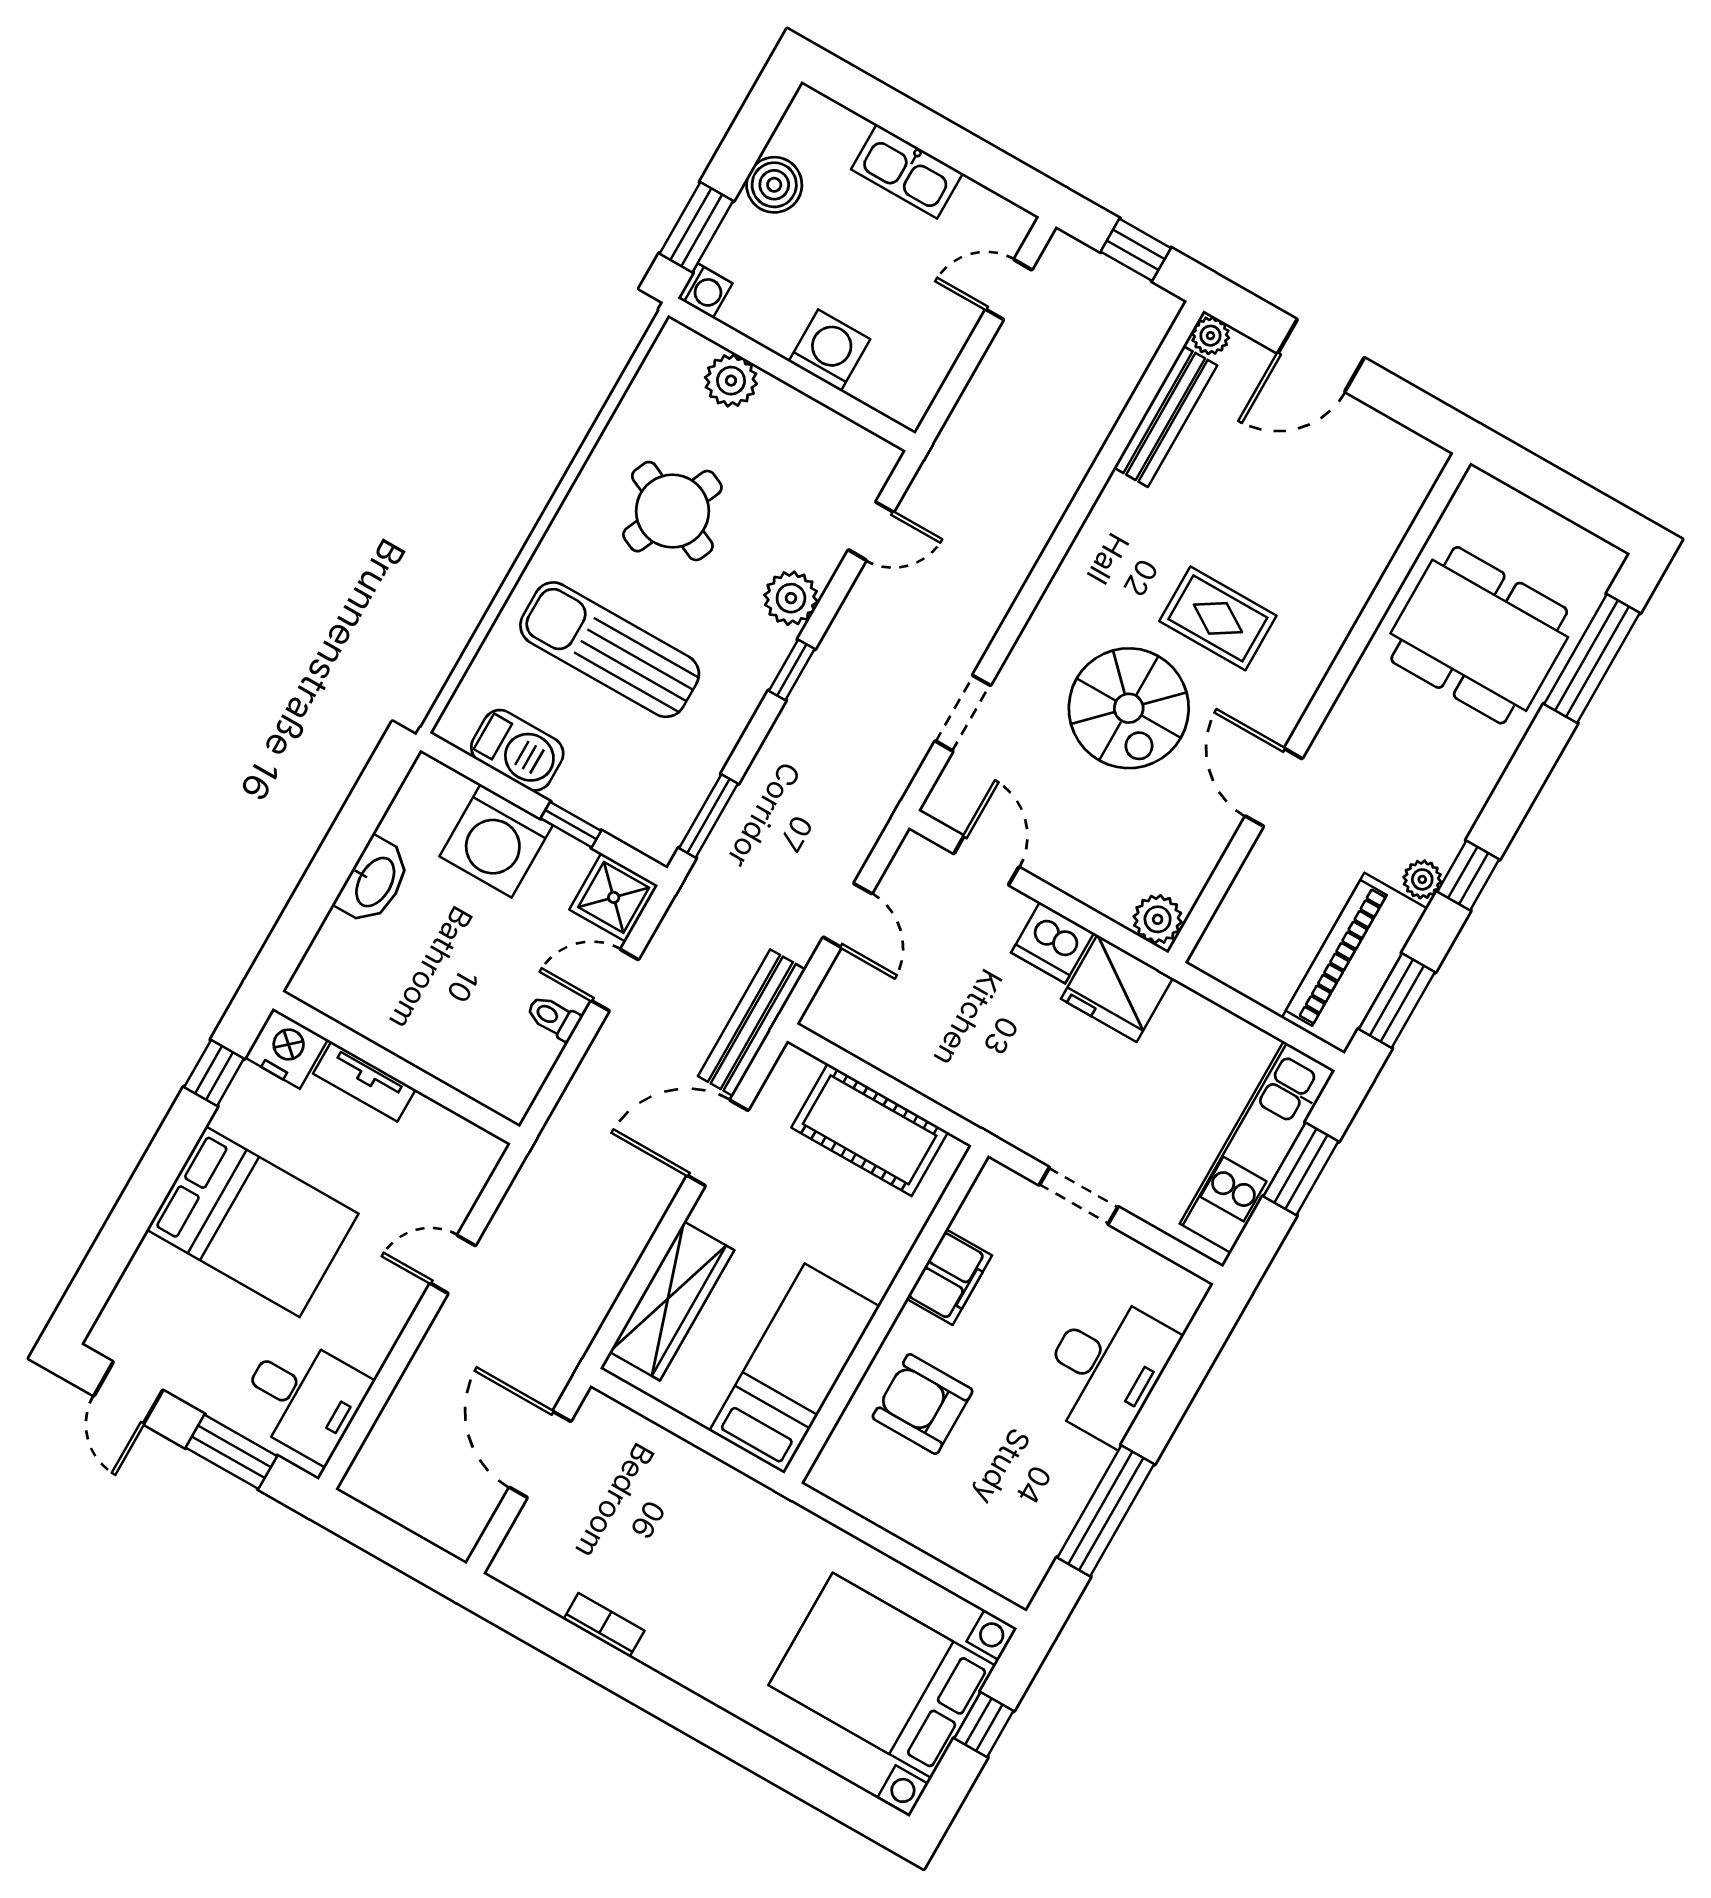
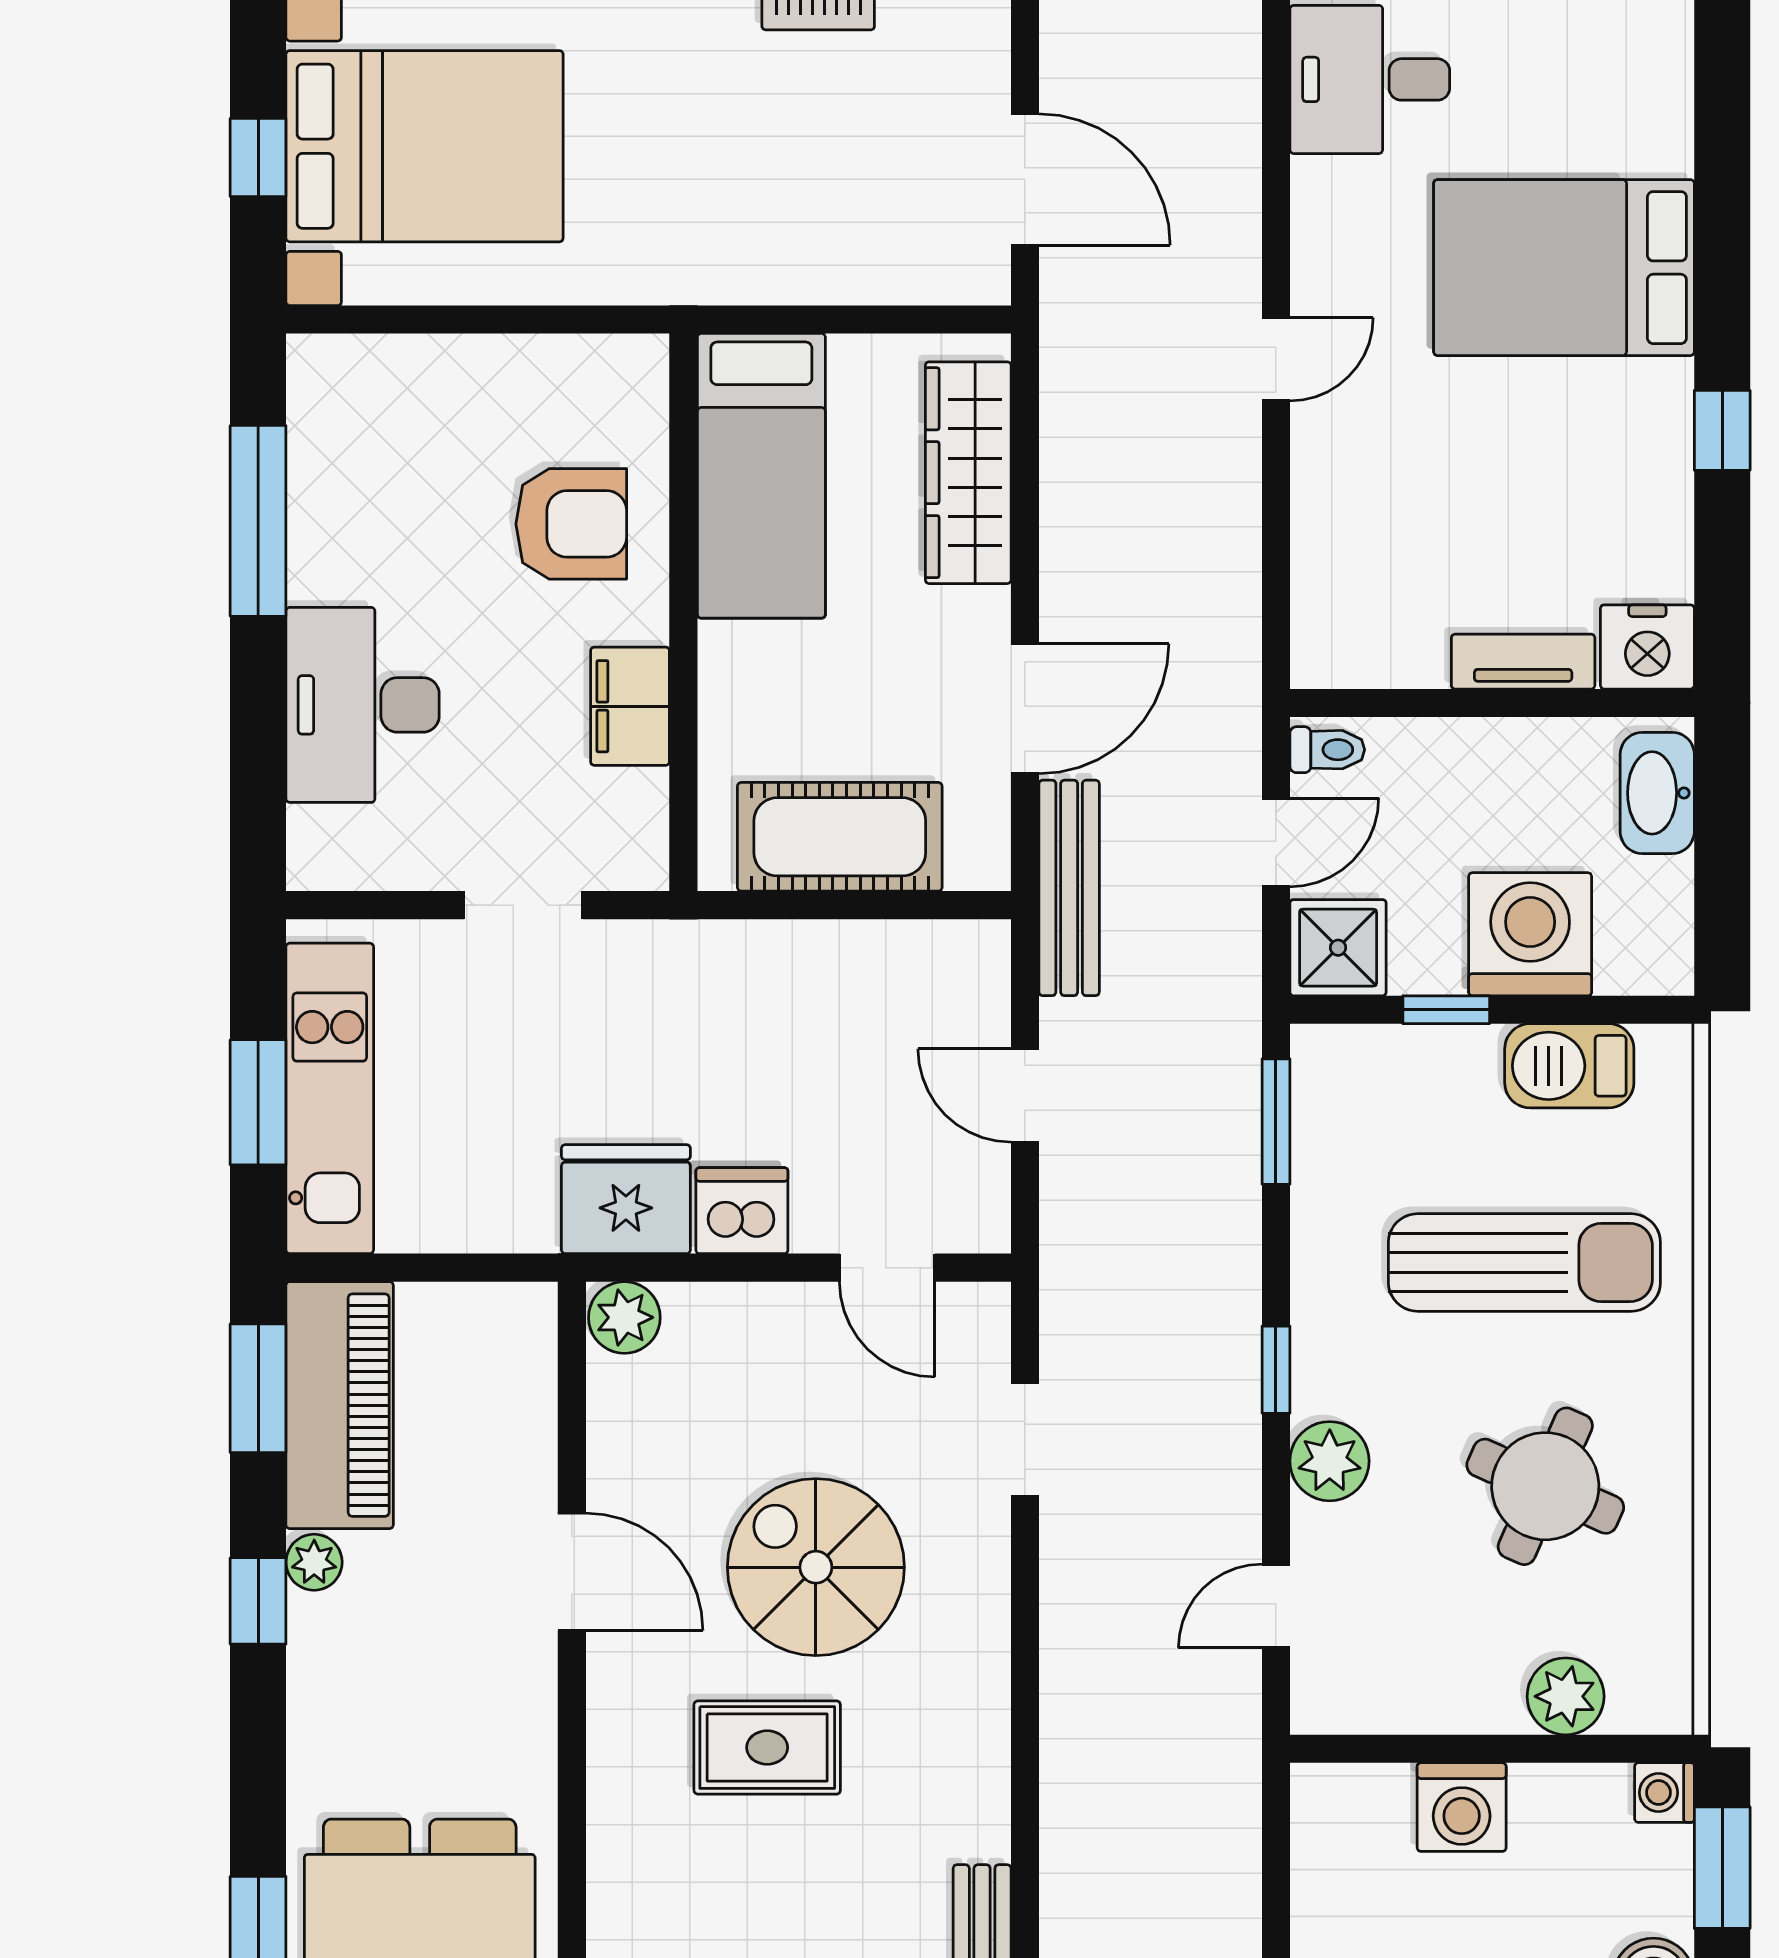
nightstand: (286, 1048) -> (1647, 647), moved
wall: (396, 1068) -> (1492, 703), moved
tv unit: (364, 1082) -> (1523, 662), moved

